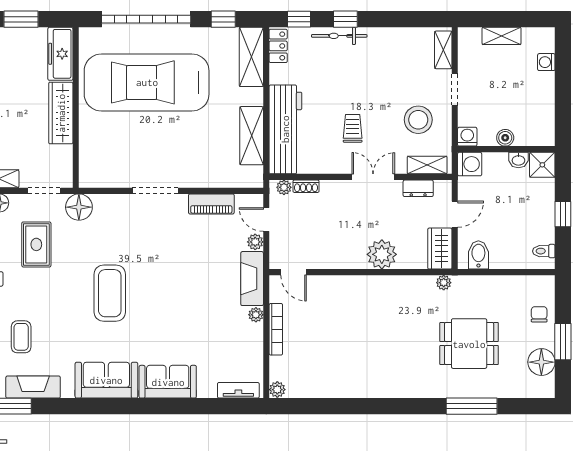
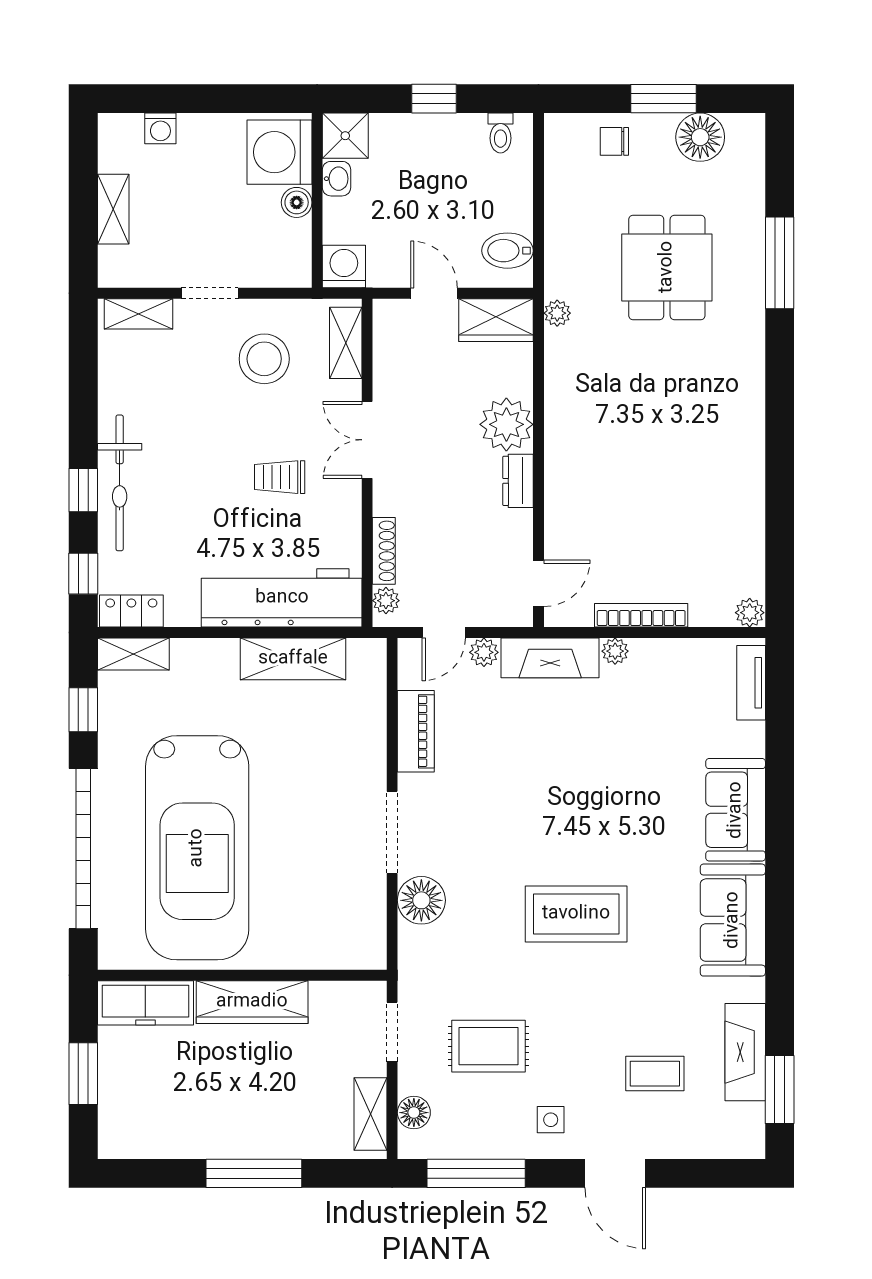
bicycle: (339, 36) -> (120, 483), width x1.37, depth x1.40
shelving: (251, 57) -> (133, 654), width x0.67, depth x0.75
washing machine: (467, 137) -> (279, 152), moved, width x1.89, depth x1.89
shoe rack: (306, 186) -> (384, 551), width x1.43
dresser: (418, 188) -> (518, 481), moved, turned 180
floor lamp: (79, 207) -> (421, 900), moved

